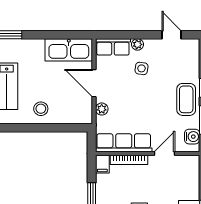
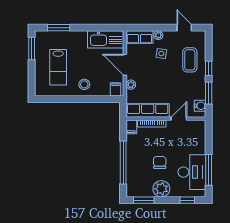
coffee table: (186, 99) -> (190, 60), moved
filing cabinet: (82, 115) -> (115, 89), added

